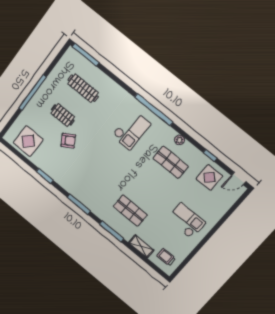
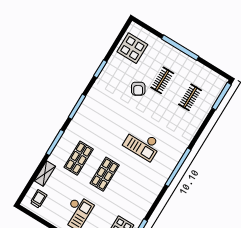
clothes rail: (83, 88) -> (190, 97), width x0.73
checkout: (131, 130) -> (142, 144), moved
plant: (179, 140) -> (153, 195), removed
shop shelf: (171, 162) -> (105, 174), moved

